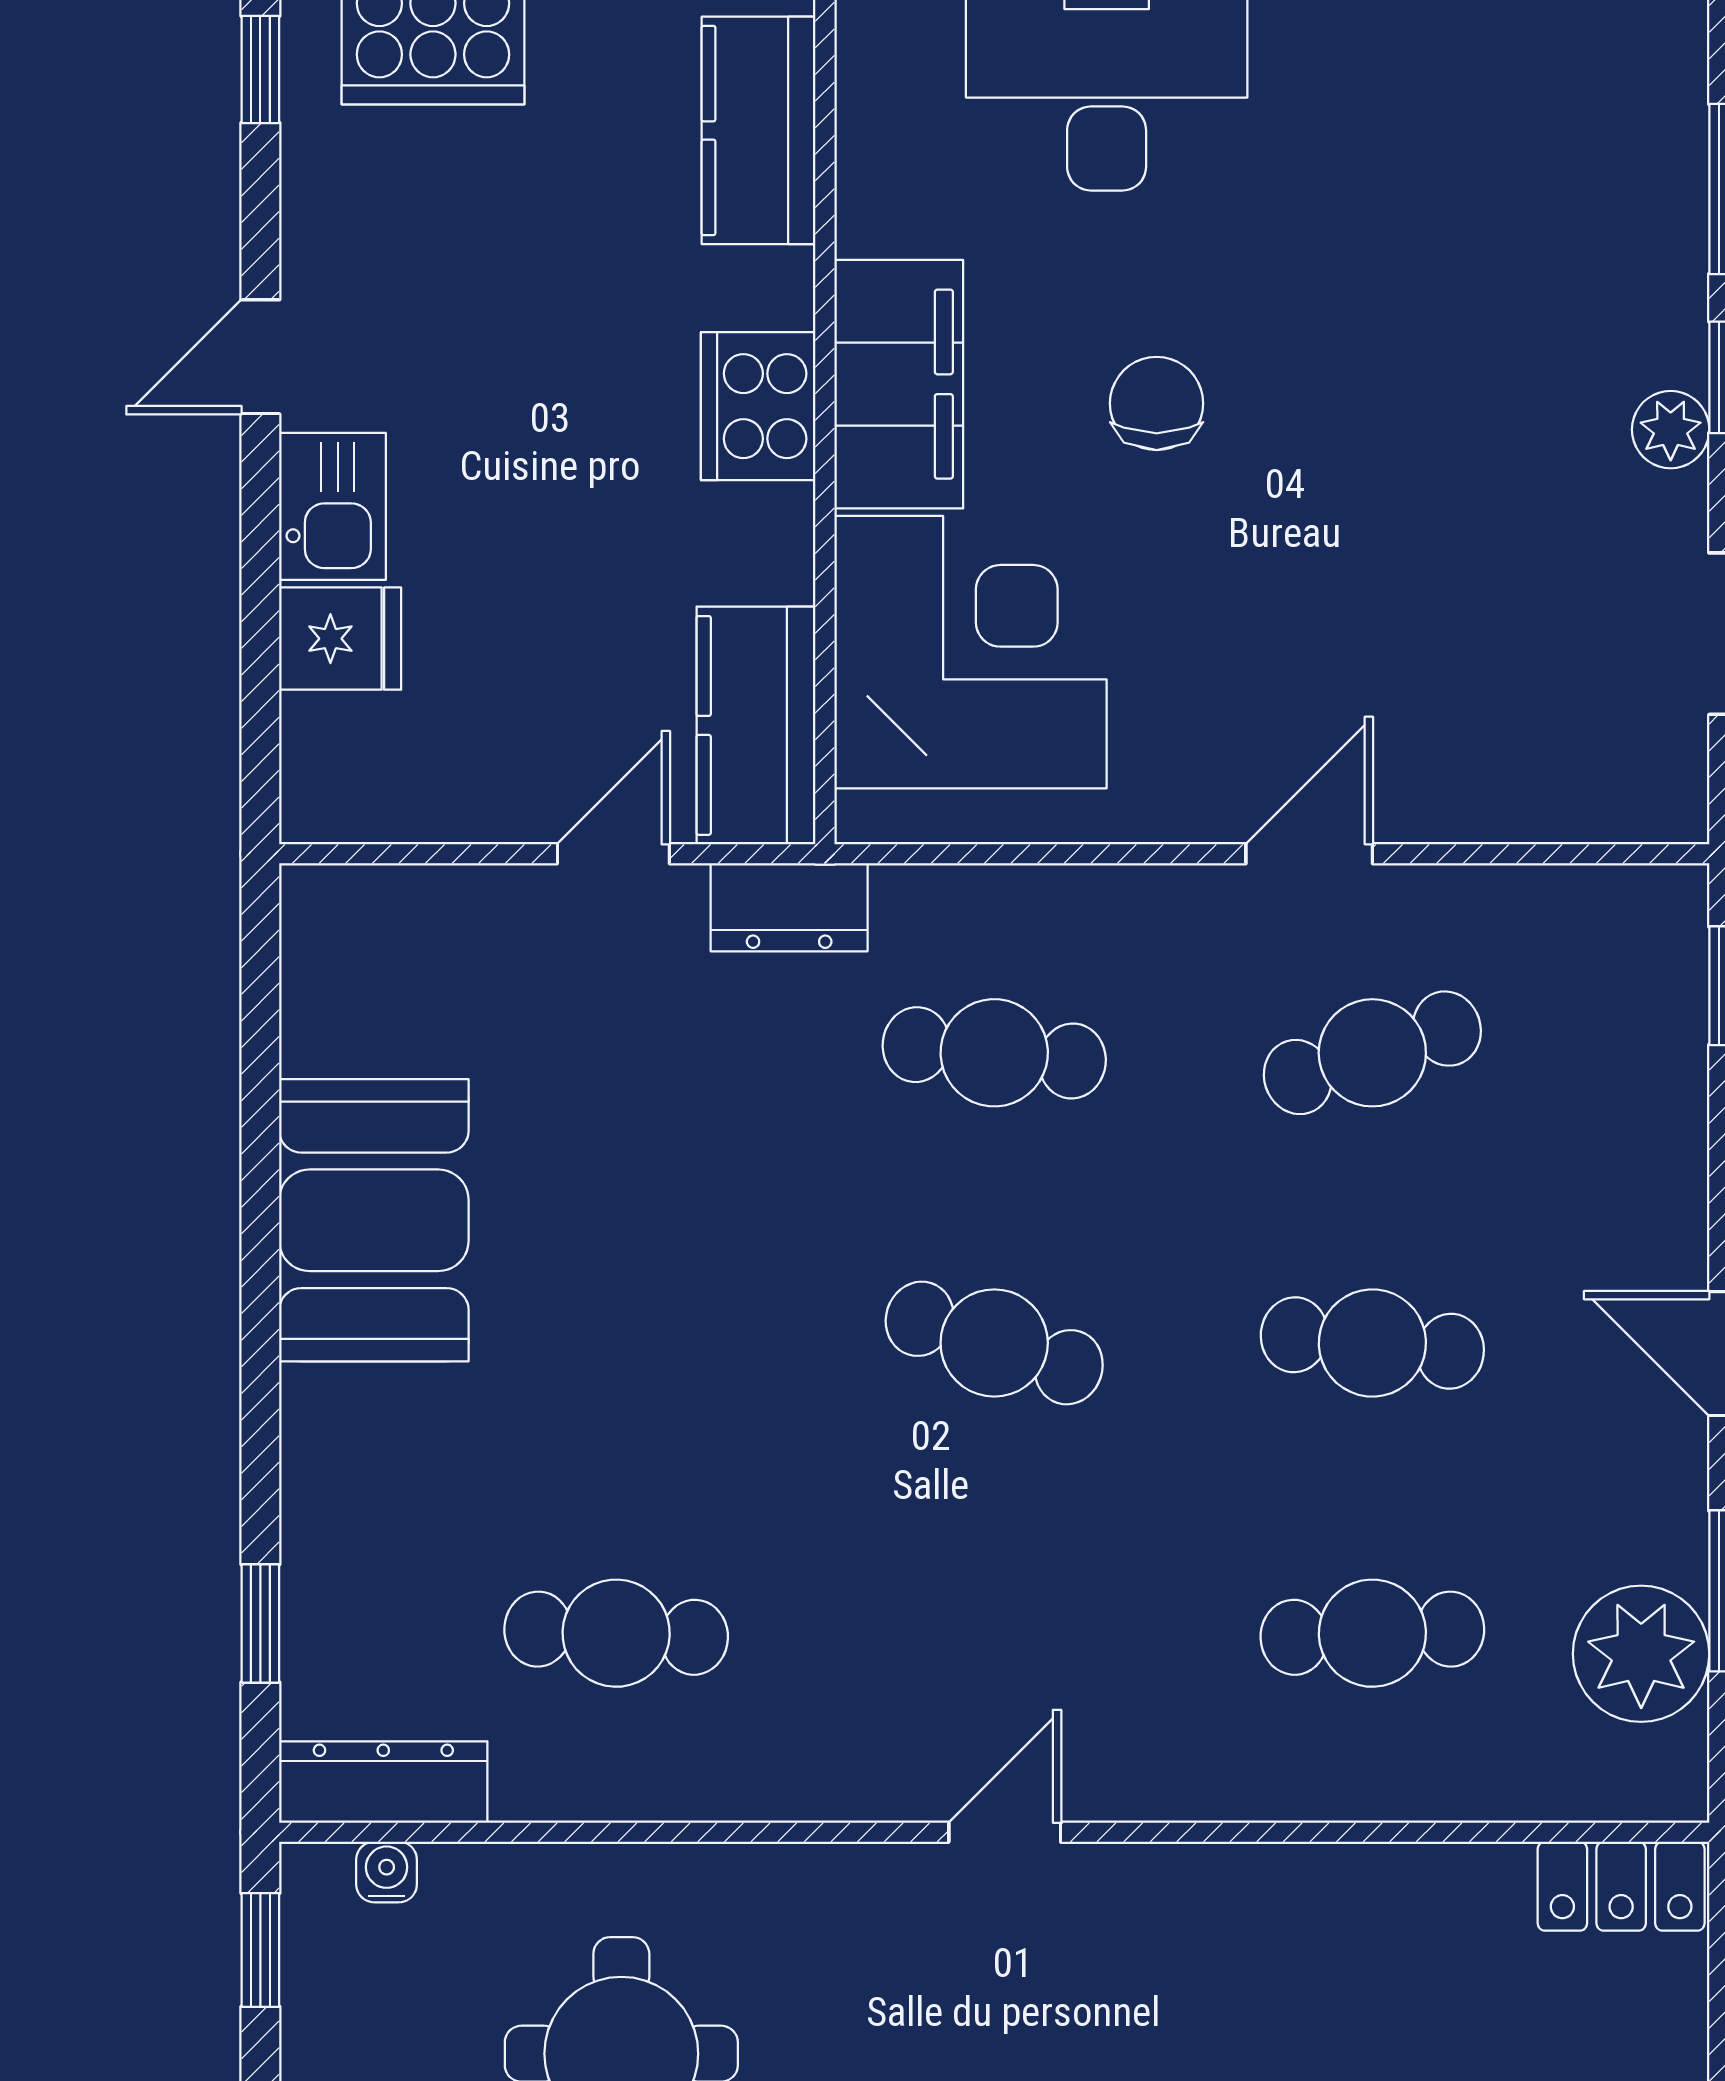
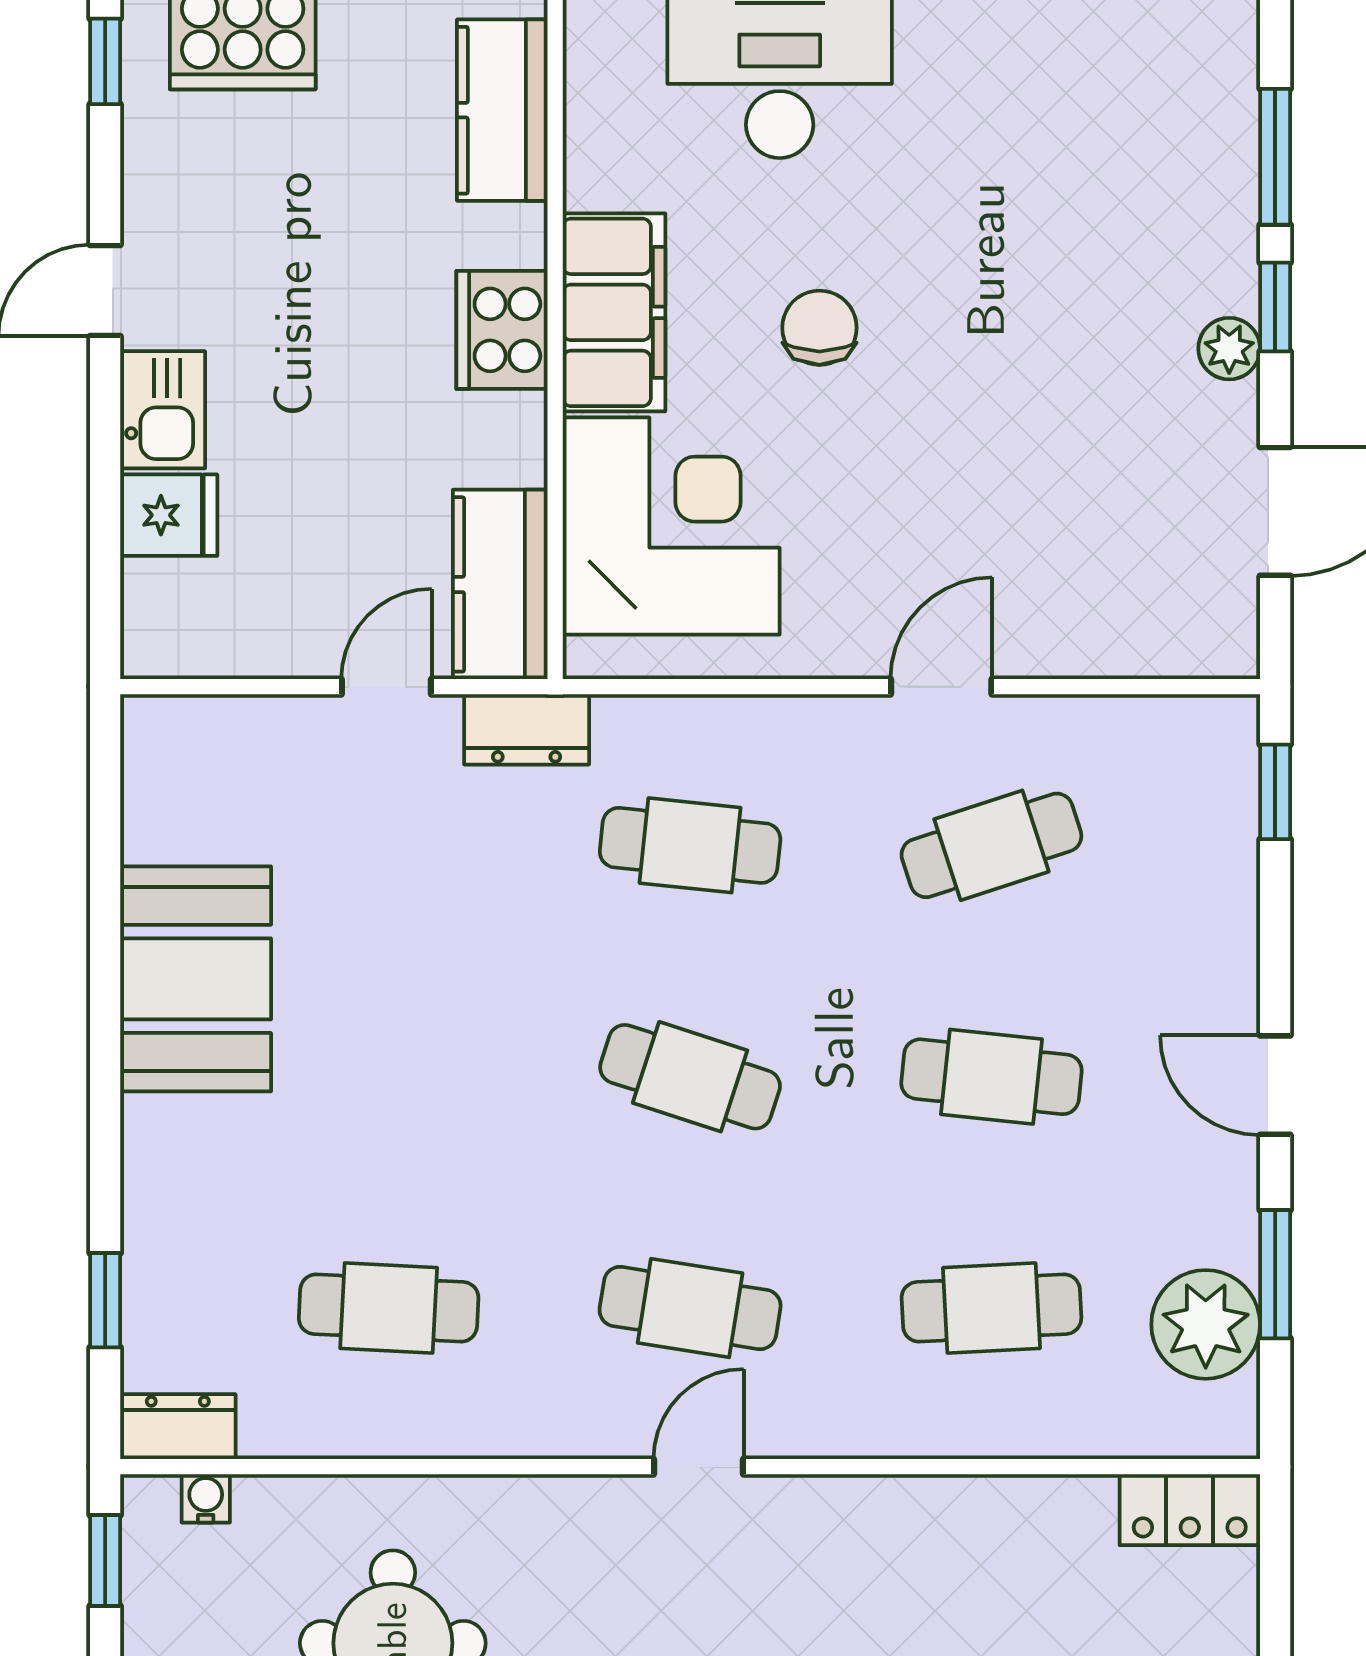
cafe table: (994, 1633) -> (690, 1308), added
dresser: (383, 1782) -> (178, 1427), width x0.70

